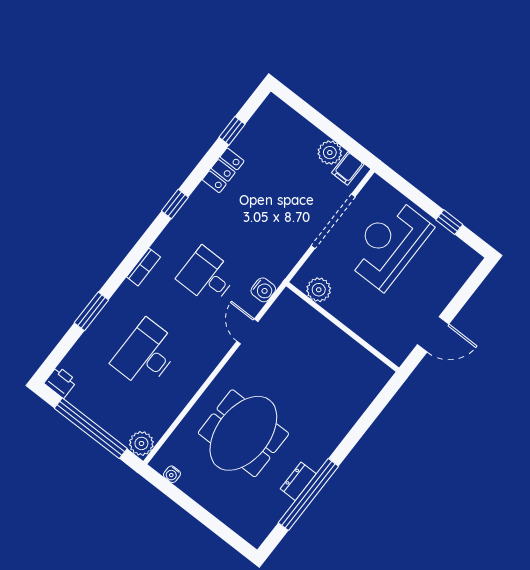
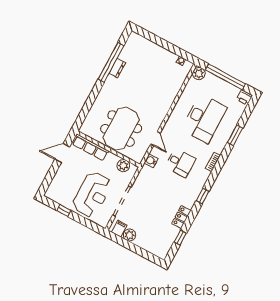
row of seats: (377, 336) -> (90, 147), added
desk: (146, 354) -> (204, 118), width x1.36, depth x1.30
meeting table: (243, 433) -> (121, 129), moved

